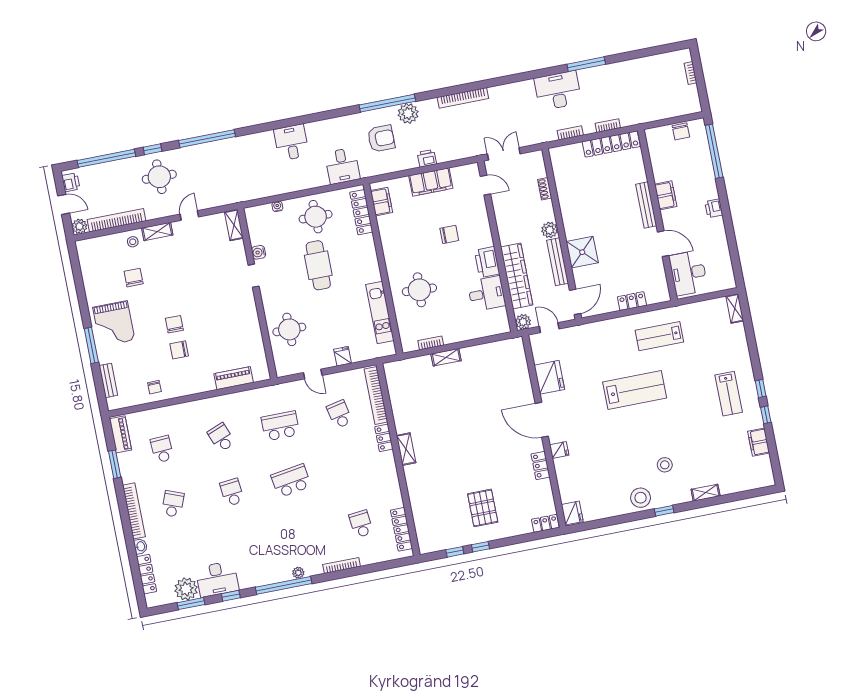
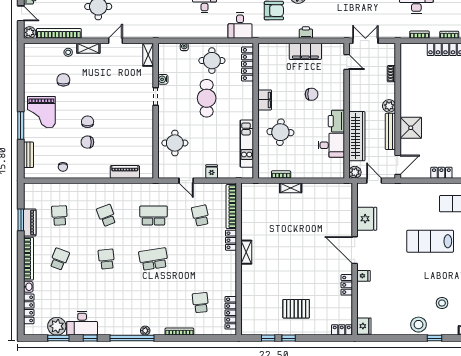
filing cabinet: (382, 202) -> (265, 100), moved
lab bench: (635, 390) -> (430, 241), turned 180
piano: (120, 434) -> (30, 222), moved
pallet: (483, 508) -> (296, 309), turned 90

